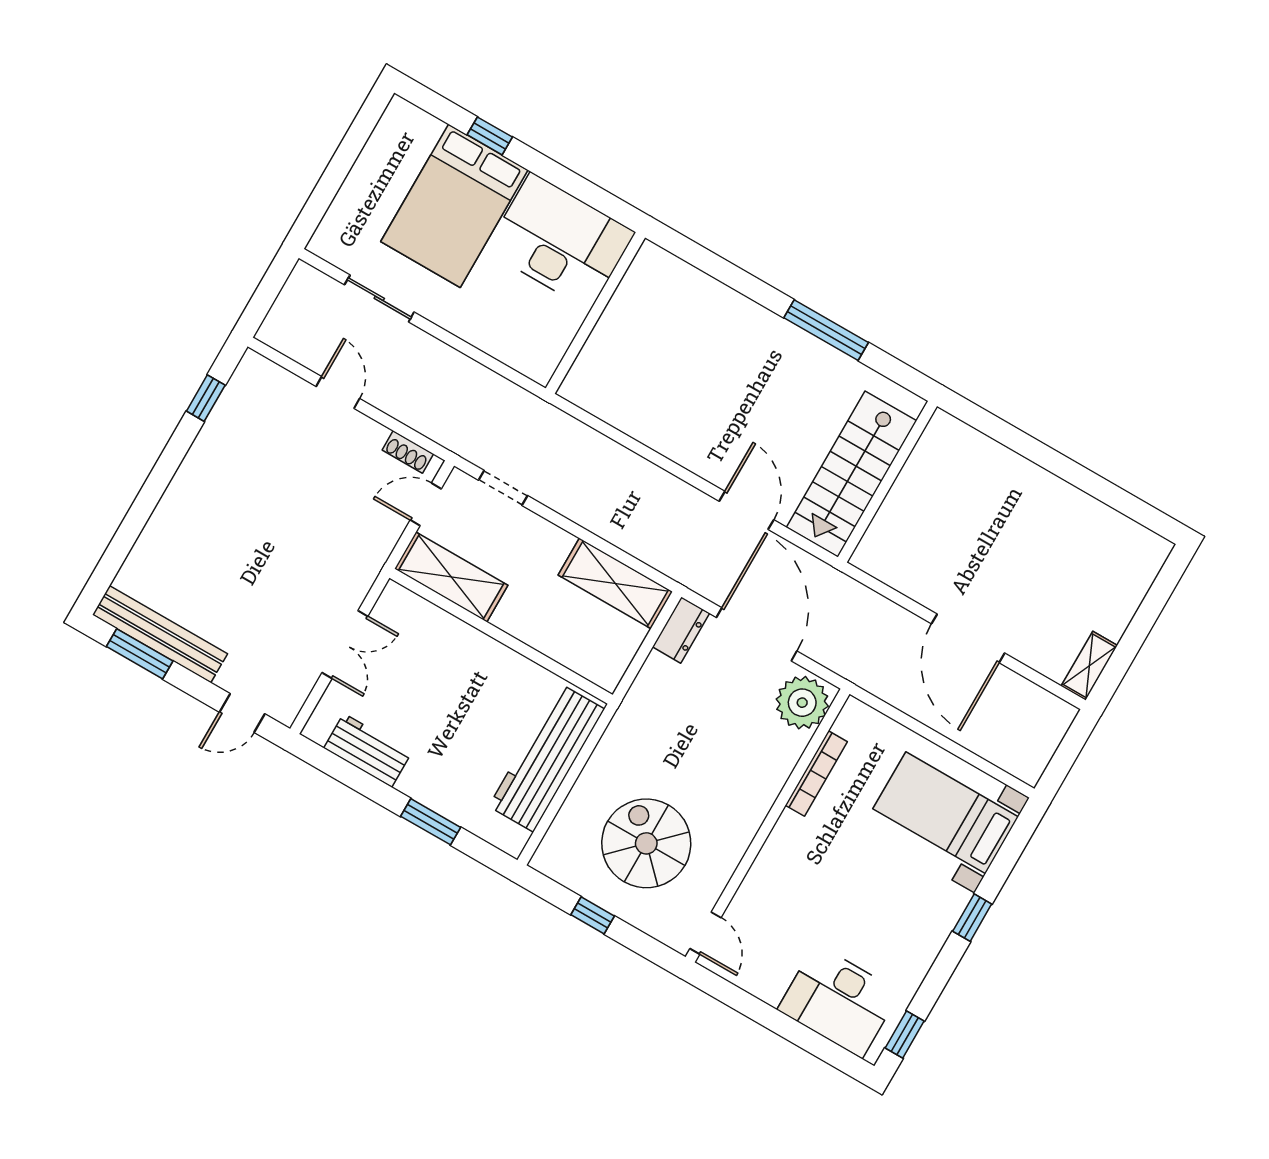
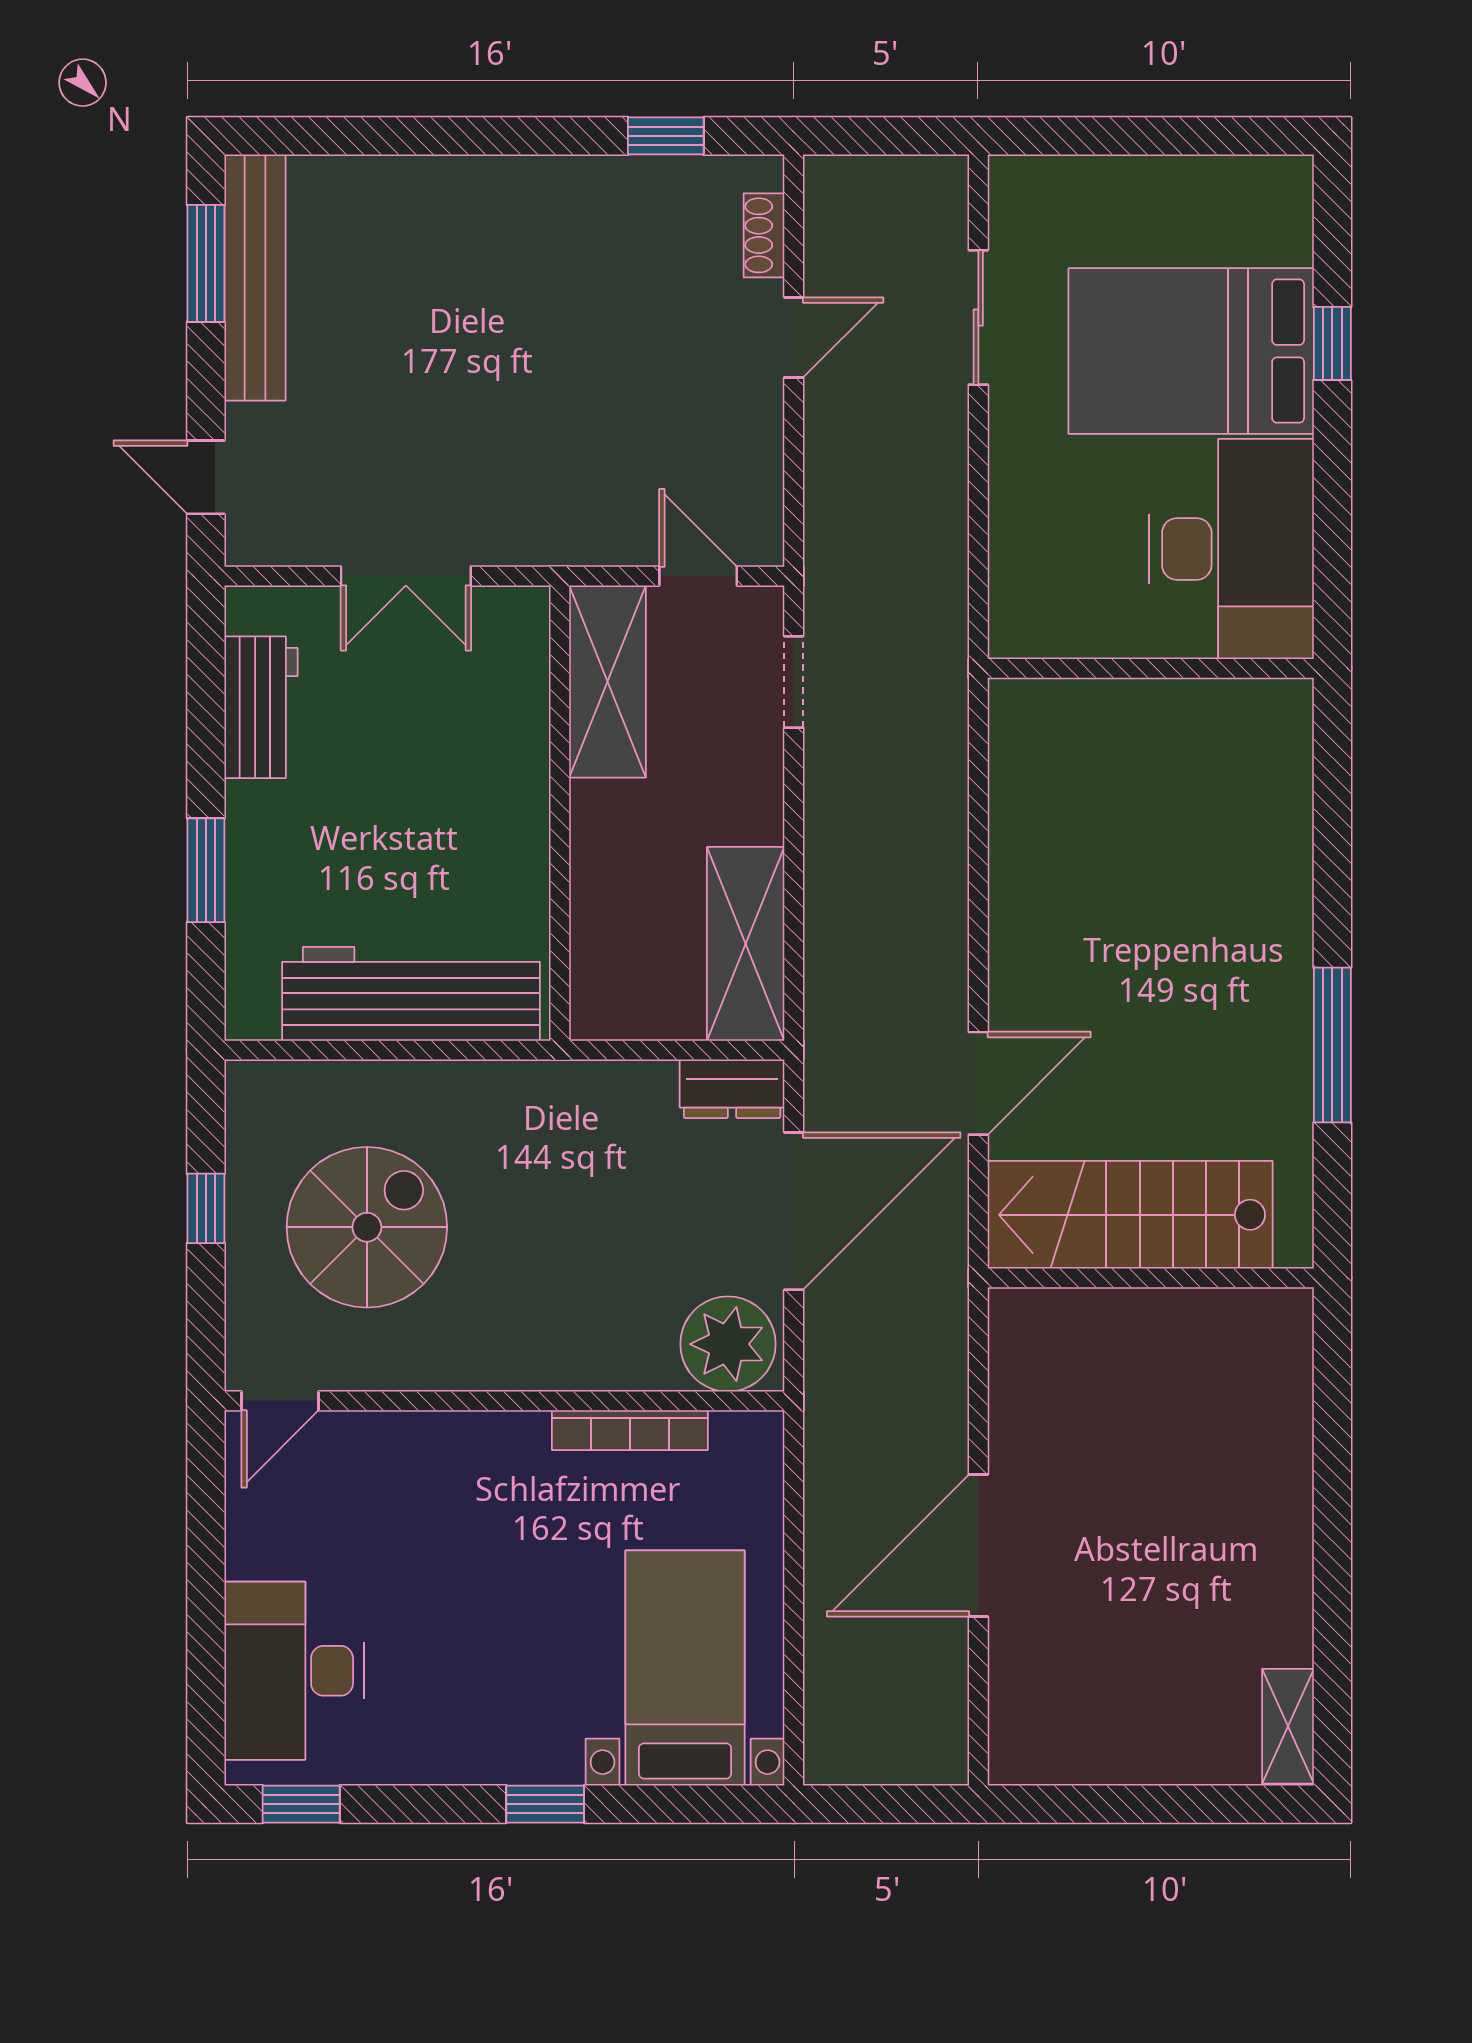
shoe rack: (408, 452) -> (764, 235), moved
shelving: (1089, 666) -> (1288, 1726), moved, turned 90

